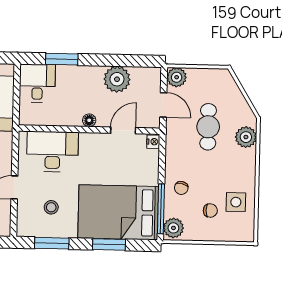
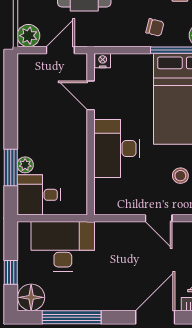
plant: (117, 79) -> (25, 165), moved, width x0.53, depth x0.53
floor lamp: (89, 120) -> (80, 134), removed
desk: (52, 152) -> (117, 148), moved

